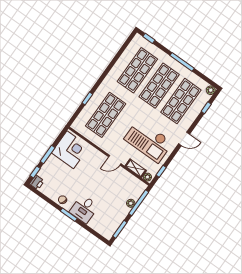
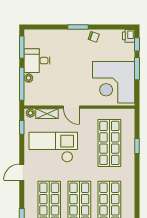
corner desk: (70, 150) -> (114, 82), width x1.36, depth x1.36
door: (115, 160) -> (71, 107), swing flipped
desk: (84, 209) -> (37, 61), moved, turned -90

